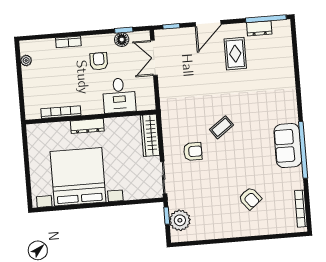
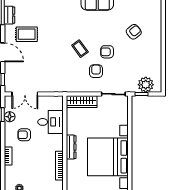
armchair: (220, 164) -> (107, 52), added

